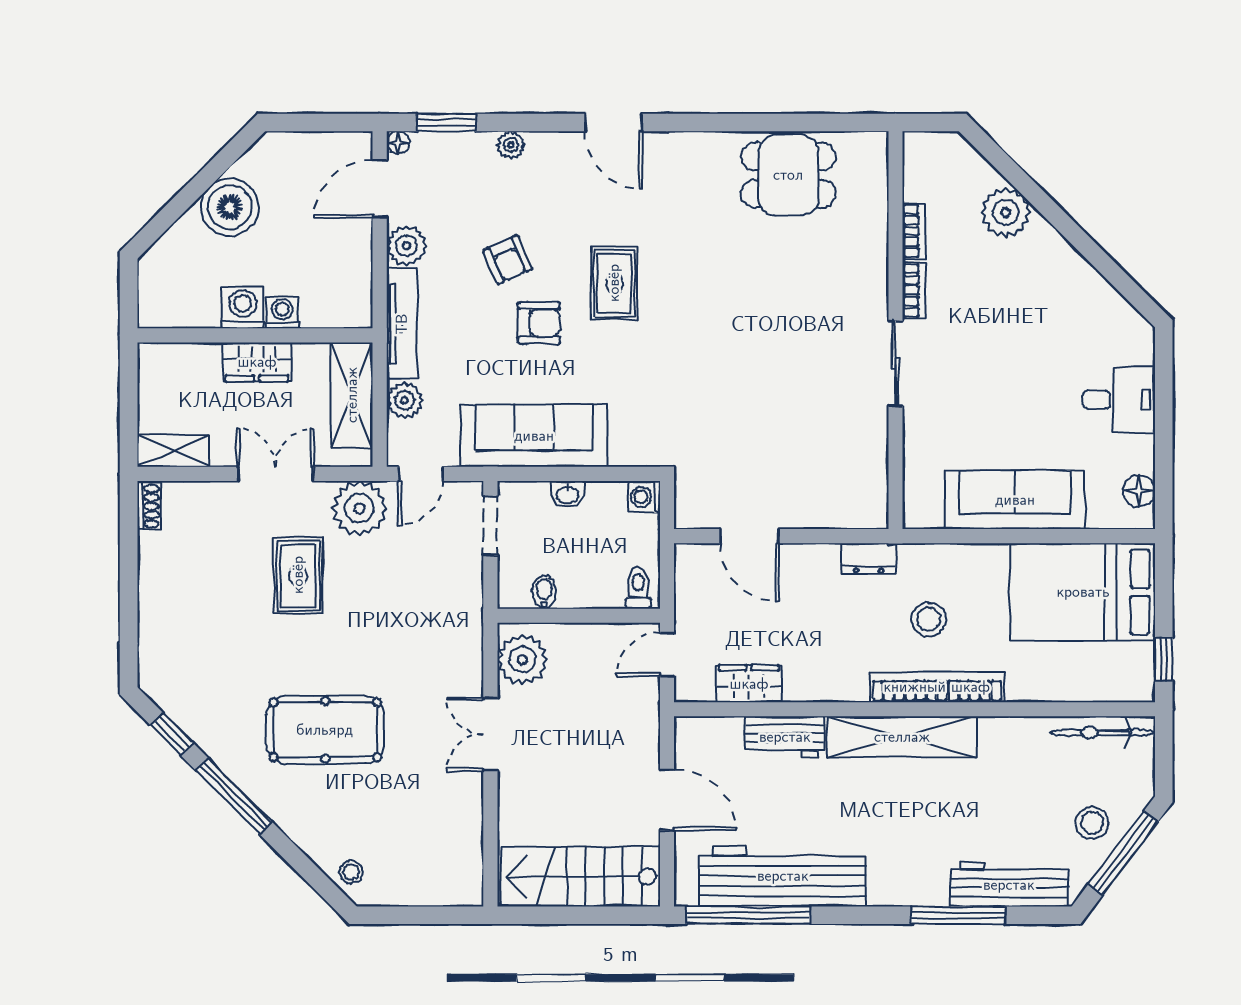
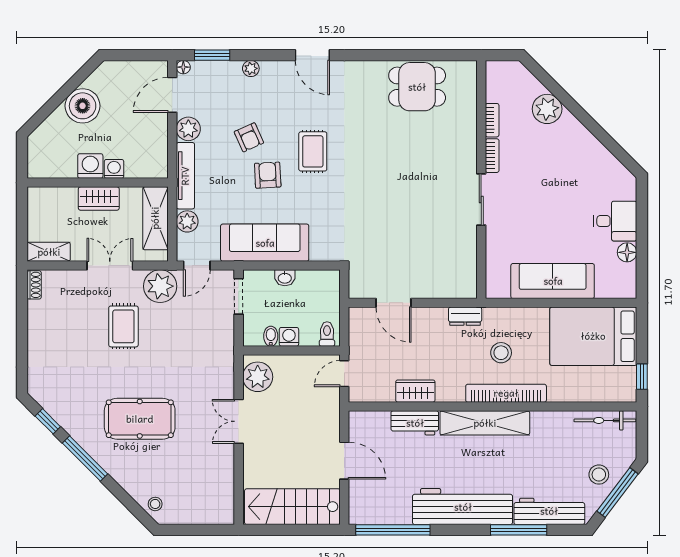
armchair: (539, 323) -> (268, 175), turned -93
floor lamp: (1139, 491) -> (627, 252), moved
washing machine: (644, 497) -> (289, 337), moved, turned 90
wardrobe: (749, 684) -> (415, 391), moved
workbench: (783, 876) -> (463, 507), moved

